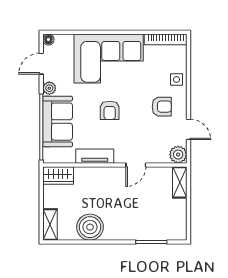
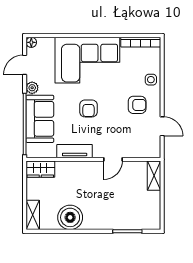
plant: (178, 155) -> (152, 150), removed

